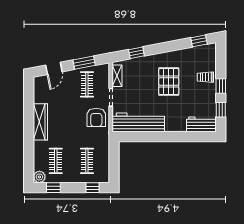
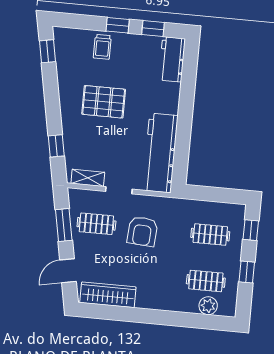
door: (54, 68) -> (68, 271), swing flipped
armchair: (96, 117) -> (142, 231), moved, turned 94
wardrobe: (40, 122) -> (108, 295), moved
plant: (39, 177) -> (208, 306), moved
window: (53, 188) -> (247, 272), moved

